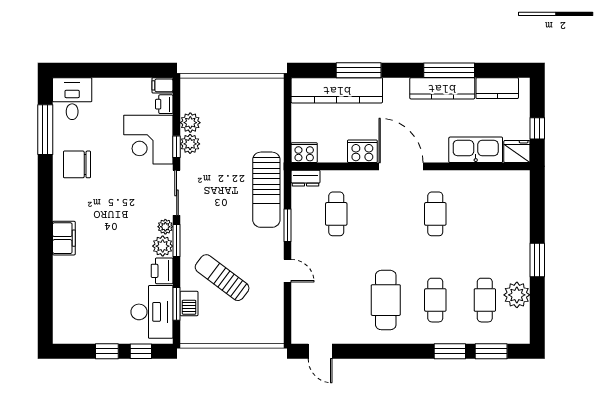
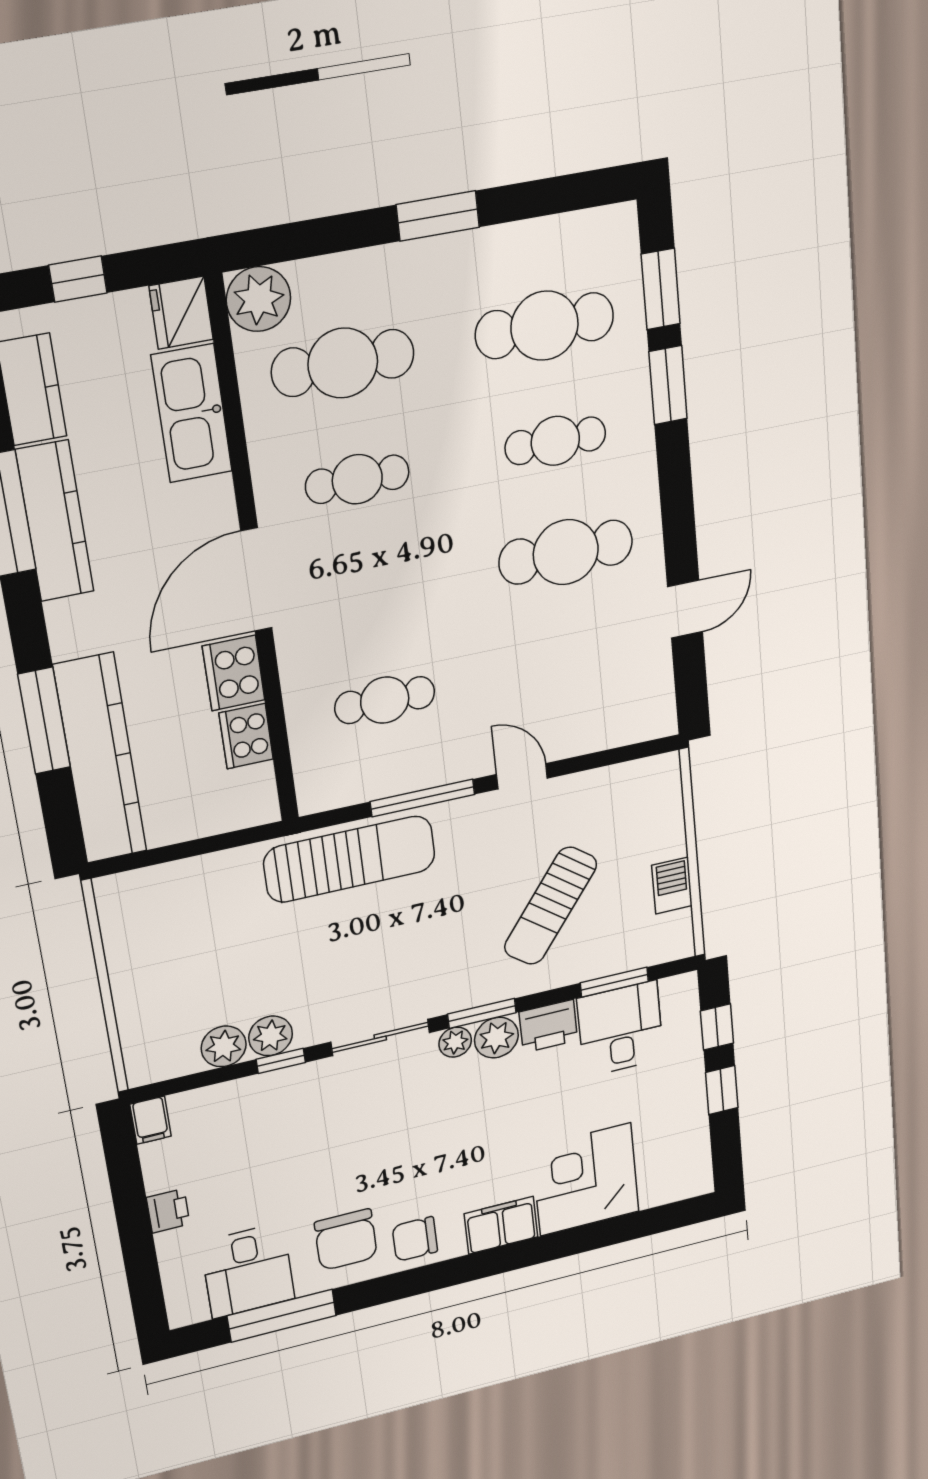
desk: (72, 99) -> (248, 1271), moved, turned -90
printer: (164, 104) -> (168, 1211), moved, turned -90
window: (537, 128) -> (78, 279), moved
corner desk: (148, 140) -> (585, 1179), moved, turned 180
cooker: (304, 153) -> (246, 736), moved
dresser: (306, 178) -> (313, 783), removed
chair: (68, 197) -> (415, 1239), added
cafe table: (485, 214) -> (343, 363), added
window: (288, 225) -> (422, 798), width x1.44
door: (288, 271) -> (522, 776), hinge flipped
plant: (517, 295) -> (259, 299), moved
cafe table: (485, 300) -> (545, 326), width x1.37, depth x1.35
barbecue: (189, 304) -> (672, 885), moved, turned -90
desk: (152, 312) -> (620, 1029), width x0.73
door: (320, 351) -> (685, 609), moved

